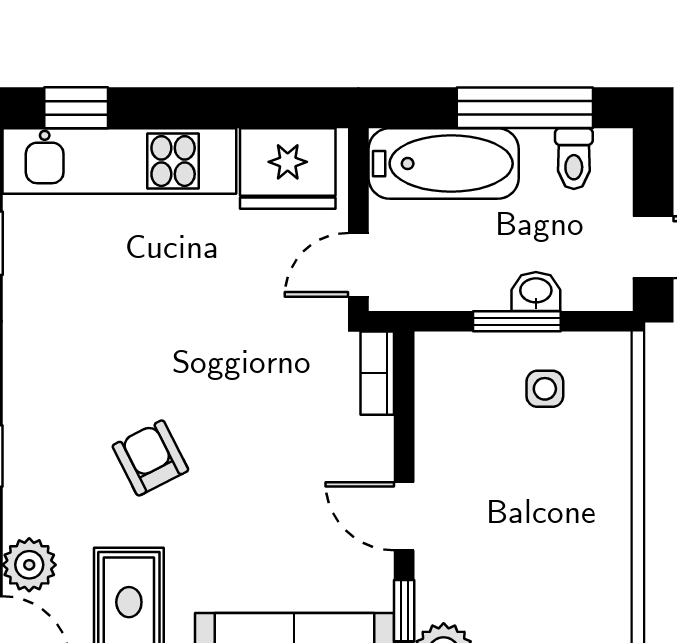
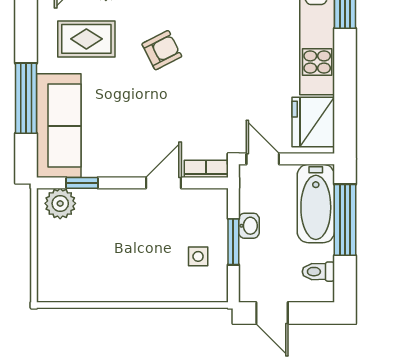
window: (525, 108) -> (345, 220), moved
washbasin: (536, 292) -> (249, 226), moved
door: (404, 516) -> (163, 183), moved

